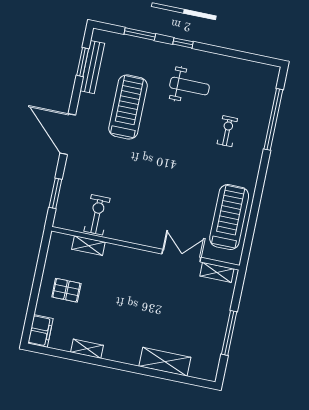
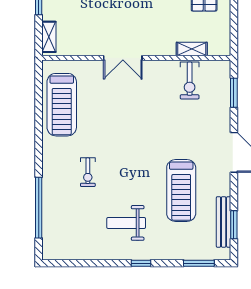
window: (140, 34) -> (199, 263), moved
exercise bike: (227, 131) -> (88, 172), moved
double door: (181, 256) -> (123, 58), moved
shelving: (217, 272) -> (49, 37), moved, turned 90

